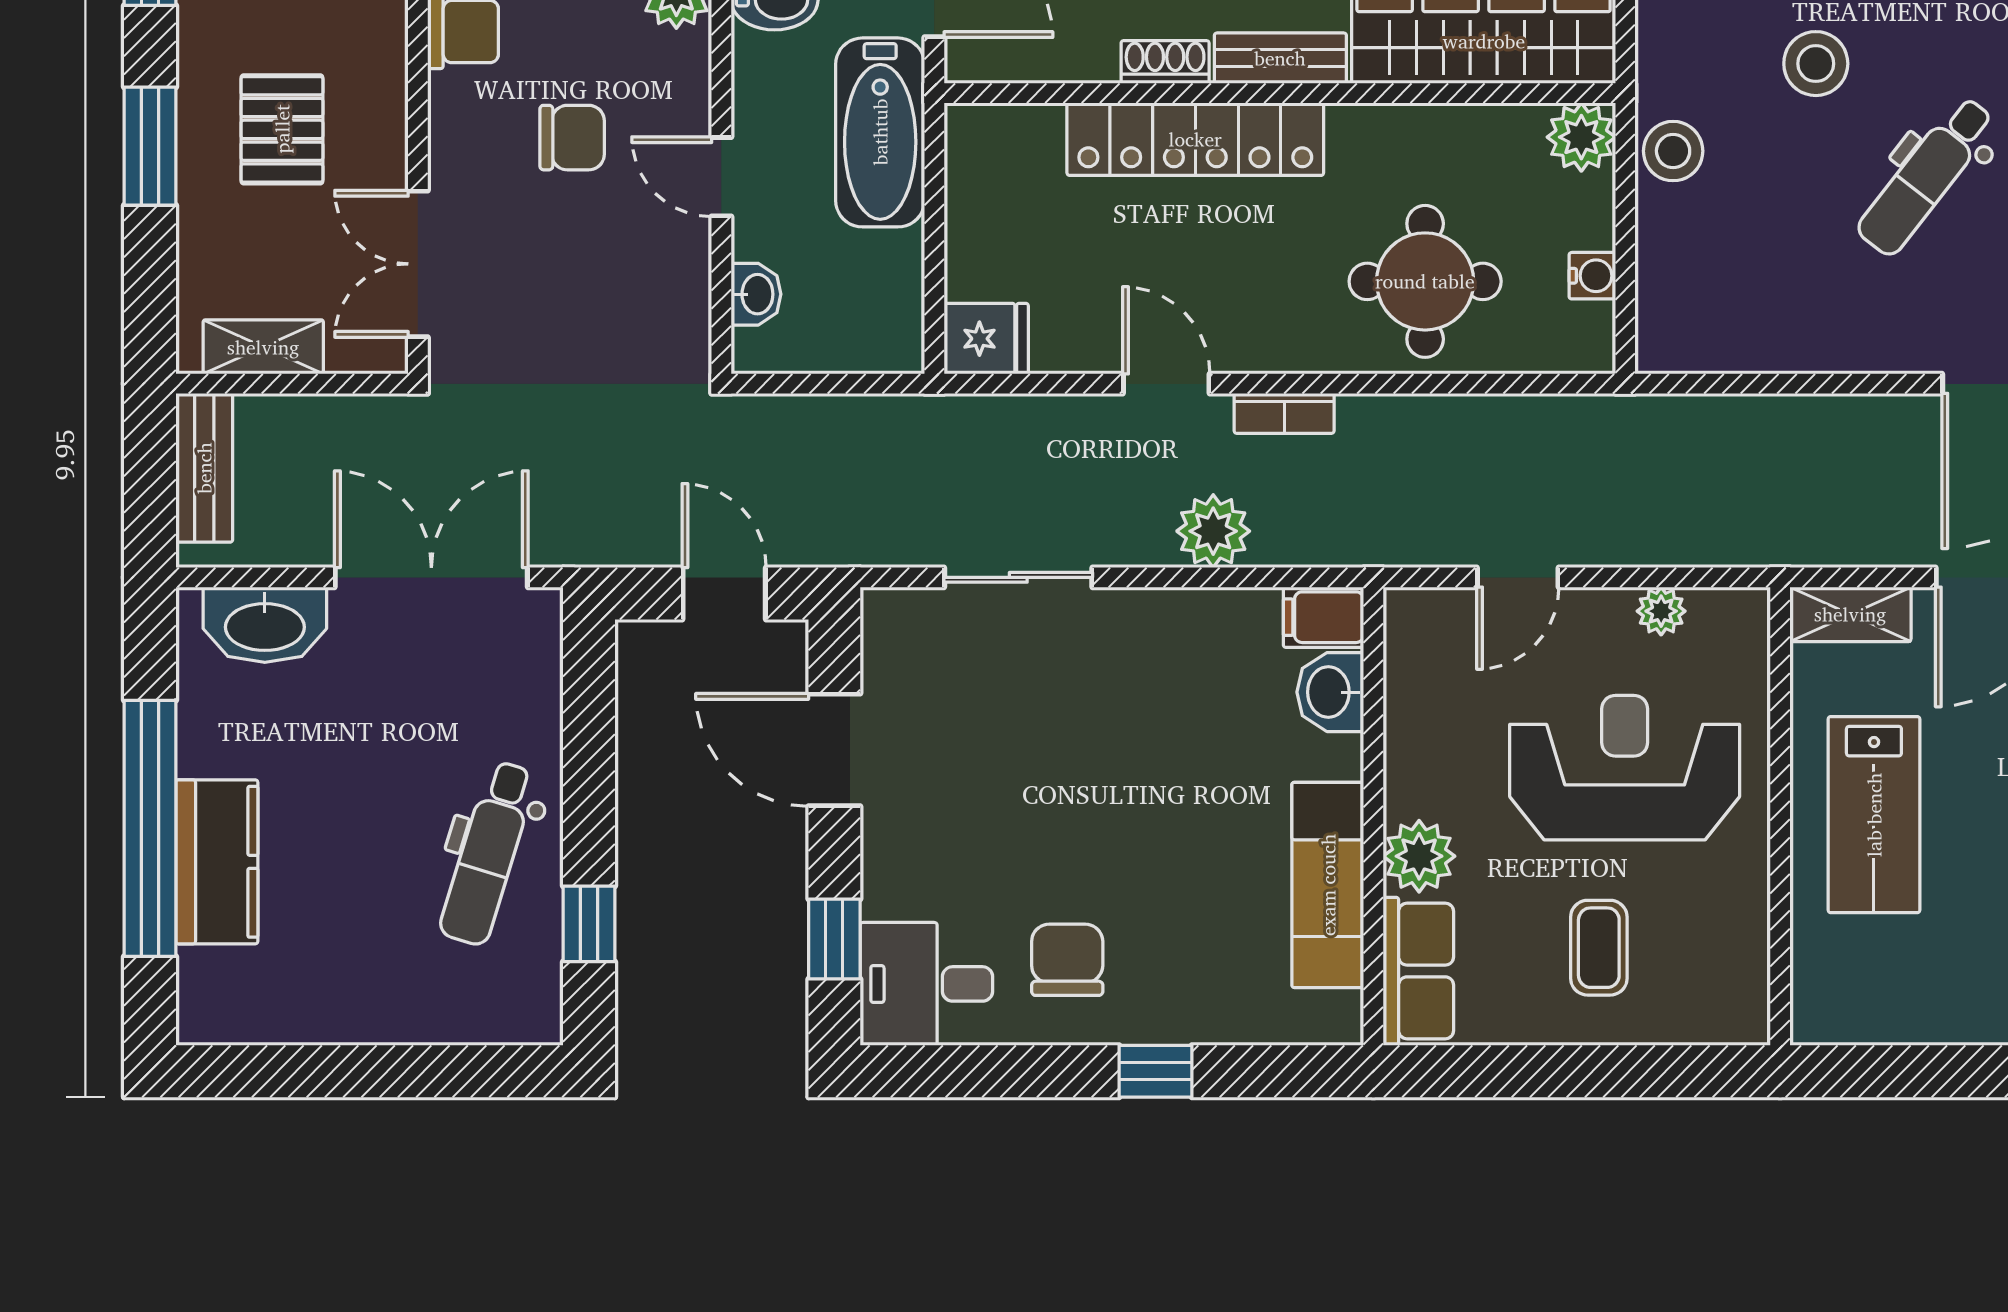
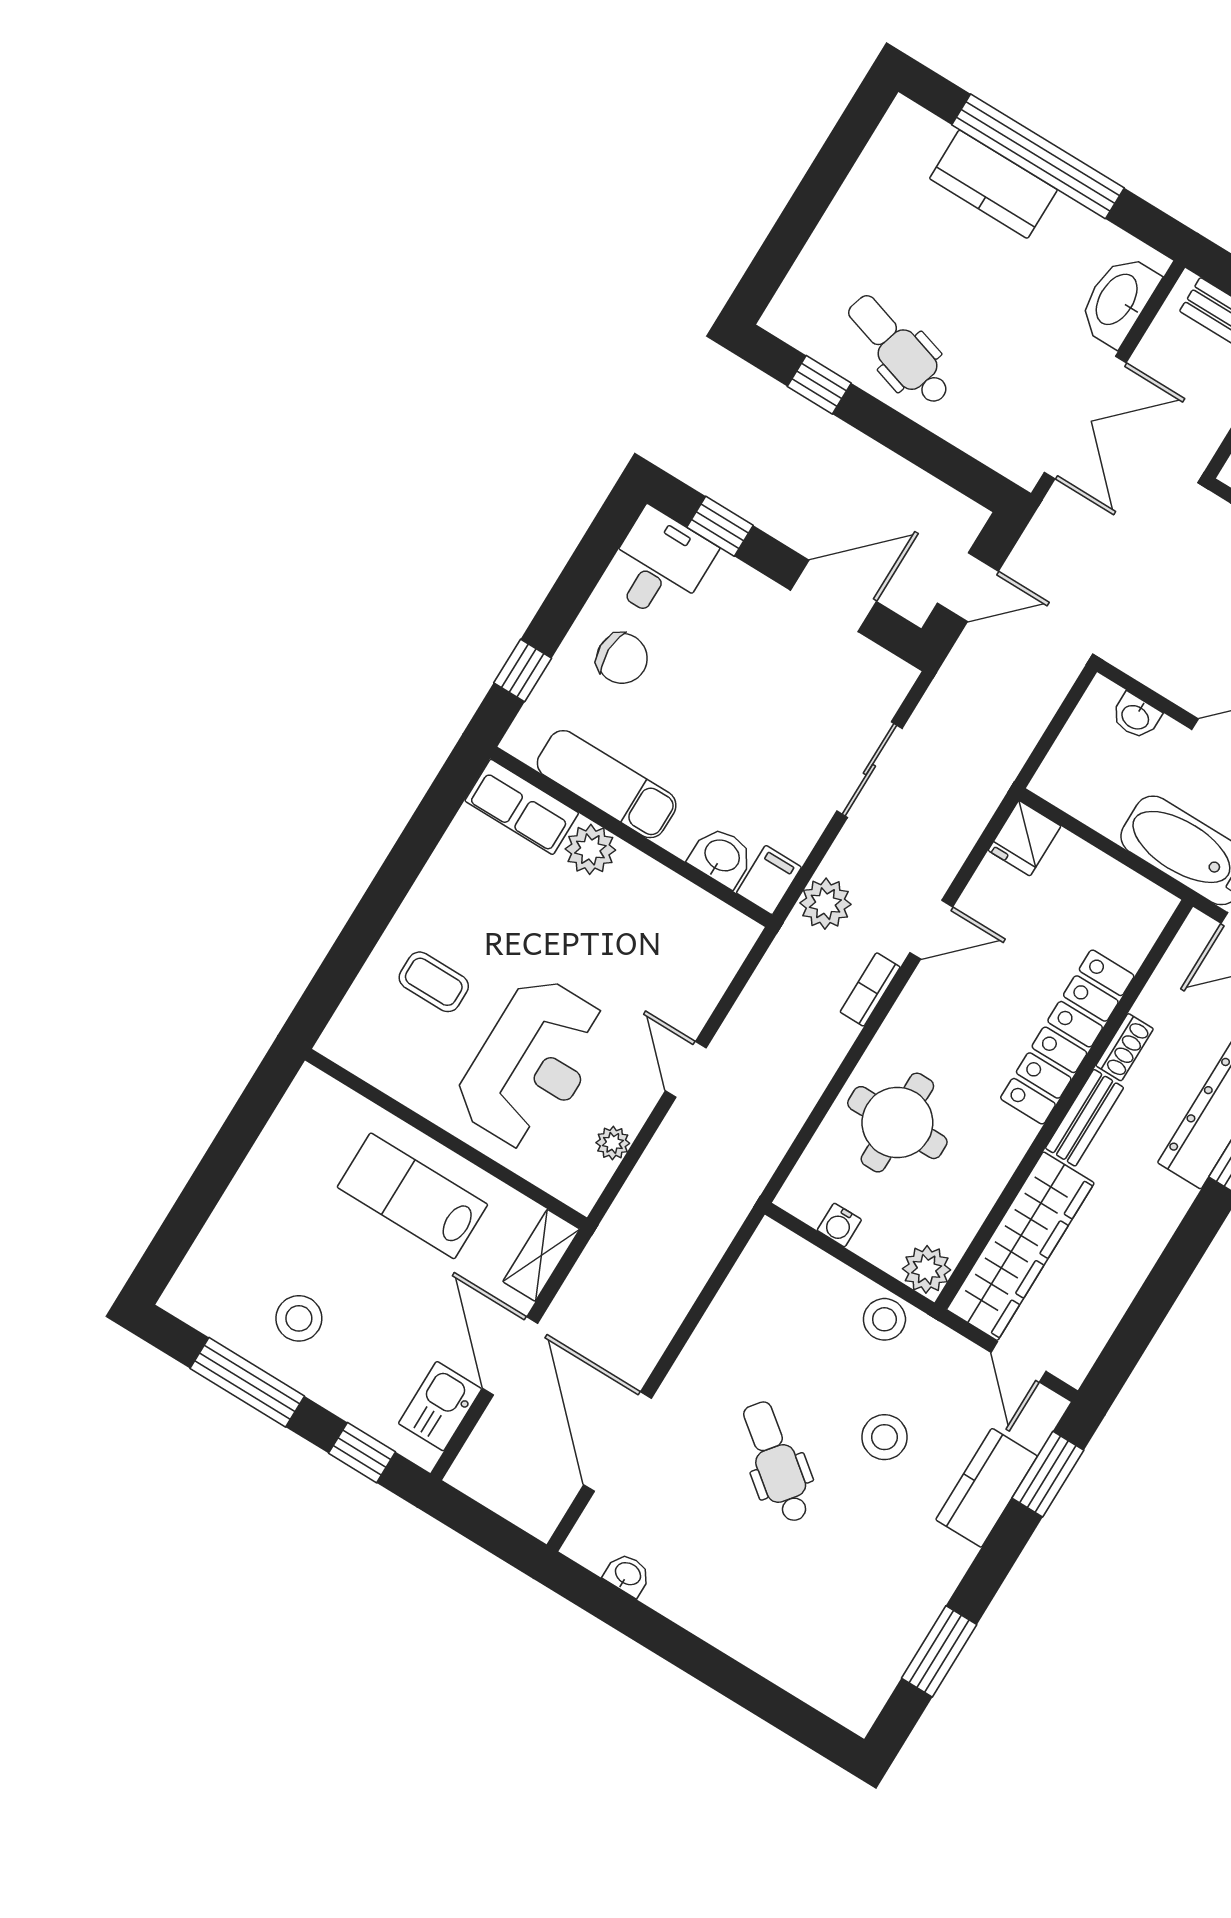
filing cabinet: (1324, 617) -> (769, 880), moved
washbasin: (1330, 692) -> (721, 857), moved
wall: (1373, 816) -> (631, 837), moved
plant: (1419, 856) -> (590, 849), moved
exam couch: (1328, 885) -> (607, 784), moved
row of seats: (1418, 971) -> (522, 807), moved

